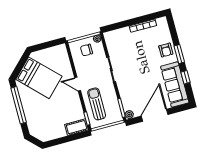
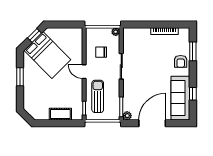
chair: (86, 50) -> (101, 52), moved
window: (179, 54) -> (193, 51), moved
window: (22, 63) -> (34, 35), added
window: (19, 105) -> (20, 77), width x0.47
cot: (77, 127) -> (60, 114), moved

